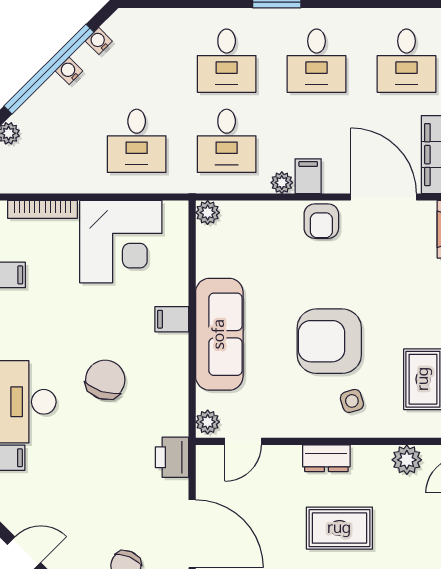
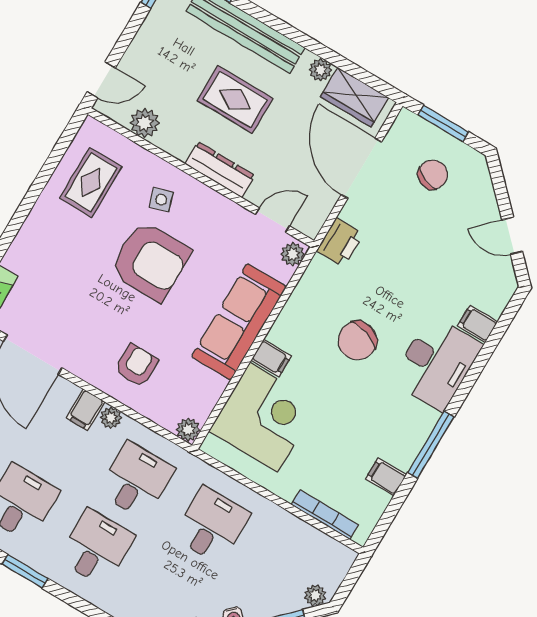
armchair: (321, 221) -> (136, 366), moved
corner desk: (121, 242) -> (264, 417), moved, turned 90
dresser: (326, 458) -> (220, 170), width x1.44

